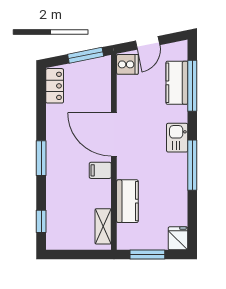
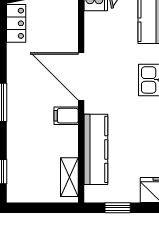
kitchen counter: (127, 201) -> (96, 149), width x1.50
window: (147, 254) -> (118, 208), width x0.67

